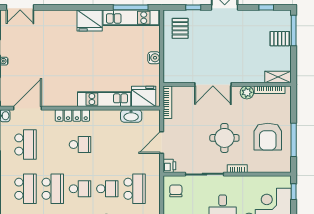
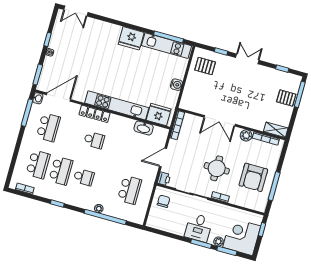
pallet: (180, 28) -> (205, 66), turned 90
kitchen unit: (104, 99) -> (117, 105), width x1.36
school desk: (107, 189) -> (107, 183), removed

